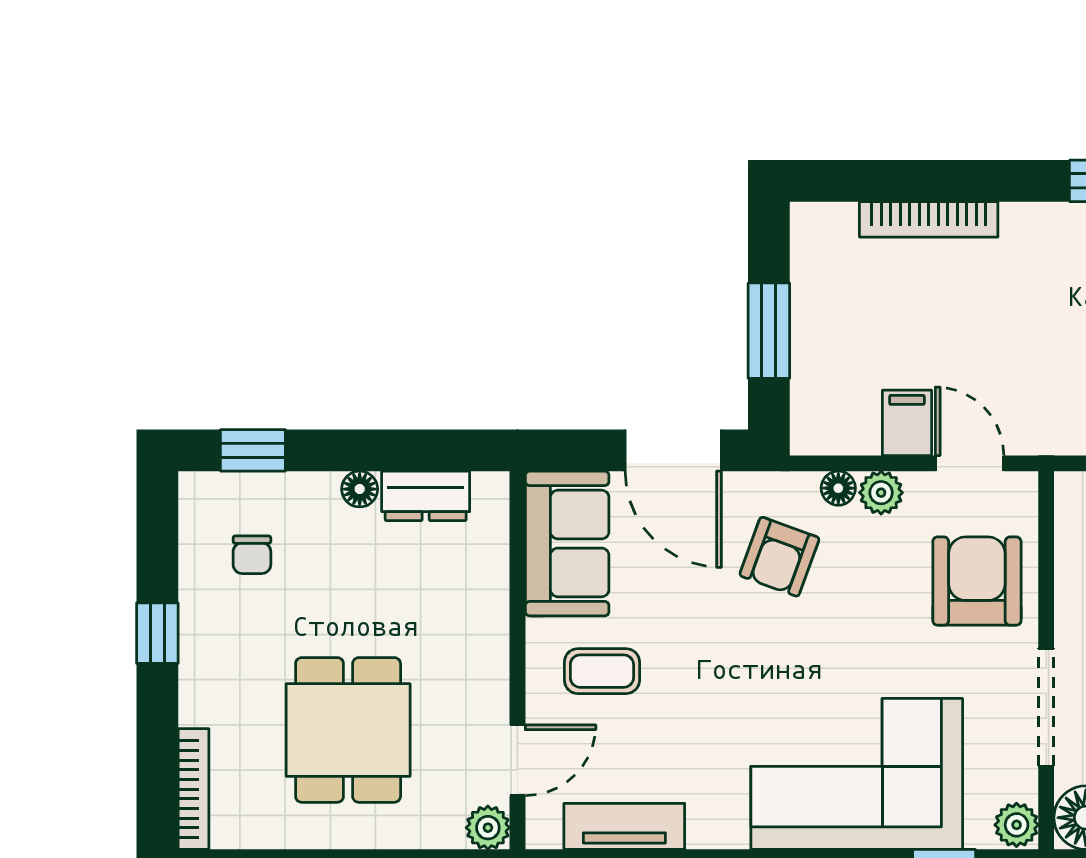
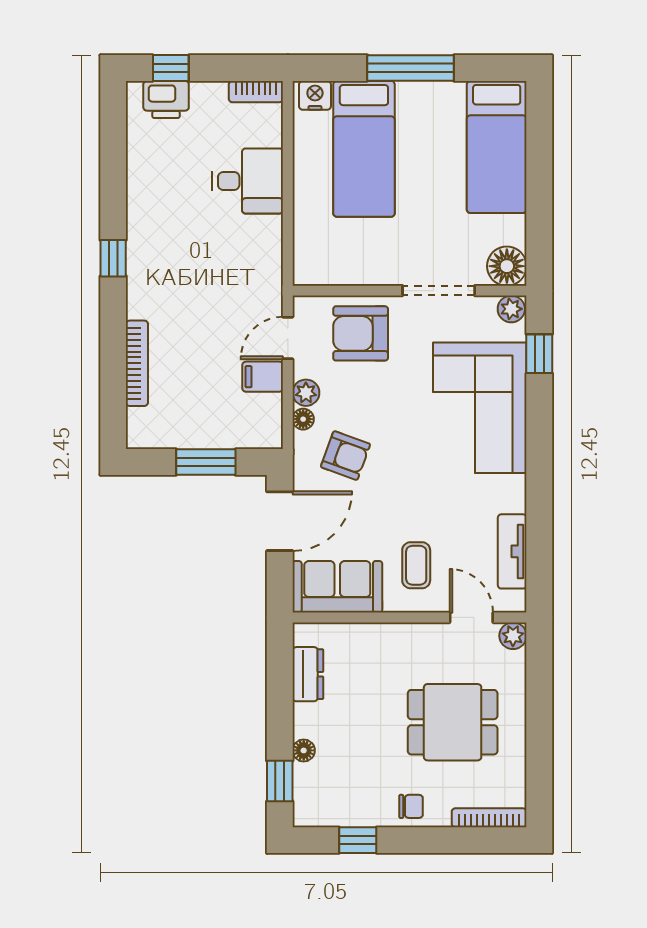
floor lamp: (360, 489) -> (304, 750), moved
chair: (252, 555) -> (411, 806), moved
window: (157, 633) -> (358, 840), moved

